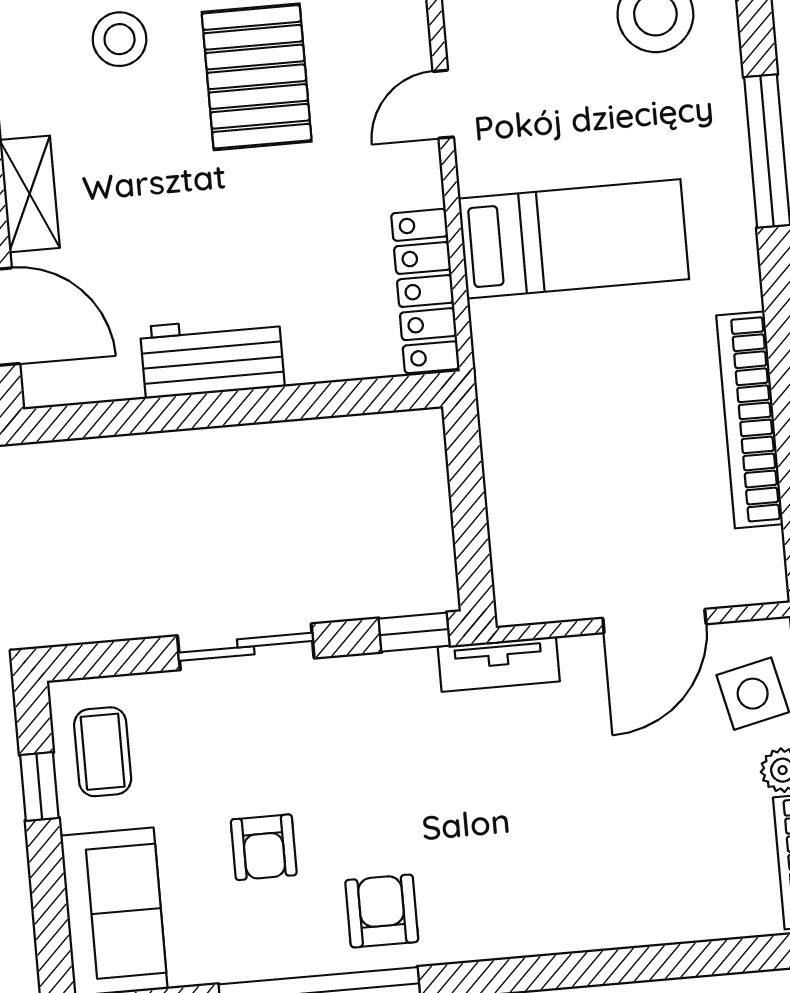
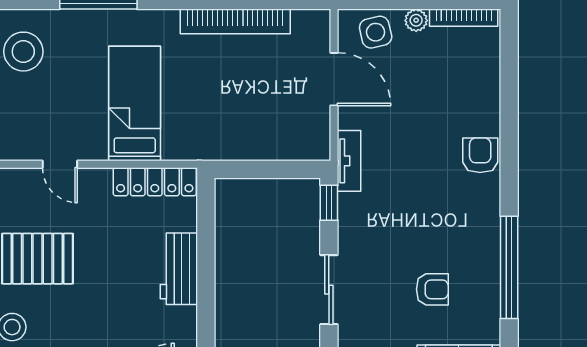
workbench: (212, 357) -> (179, 269), moved
armchair: (382, 911) -> (480, 155), moved, turned 90

